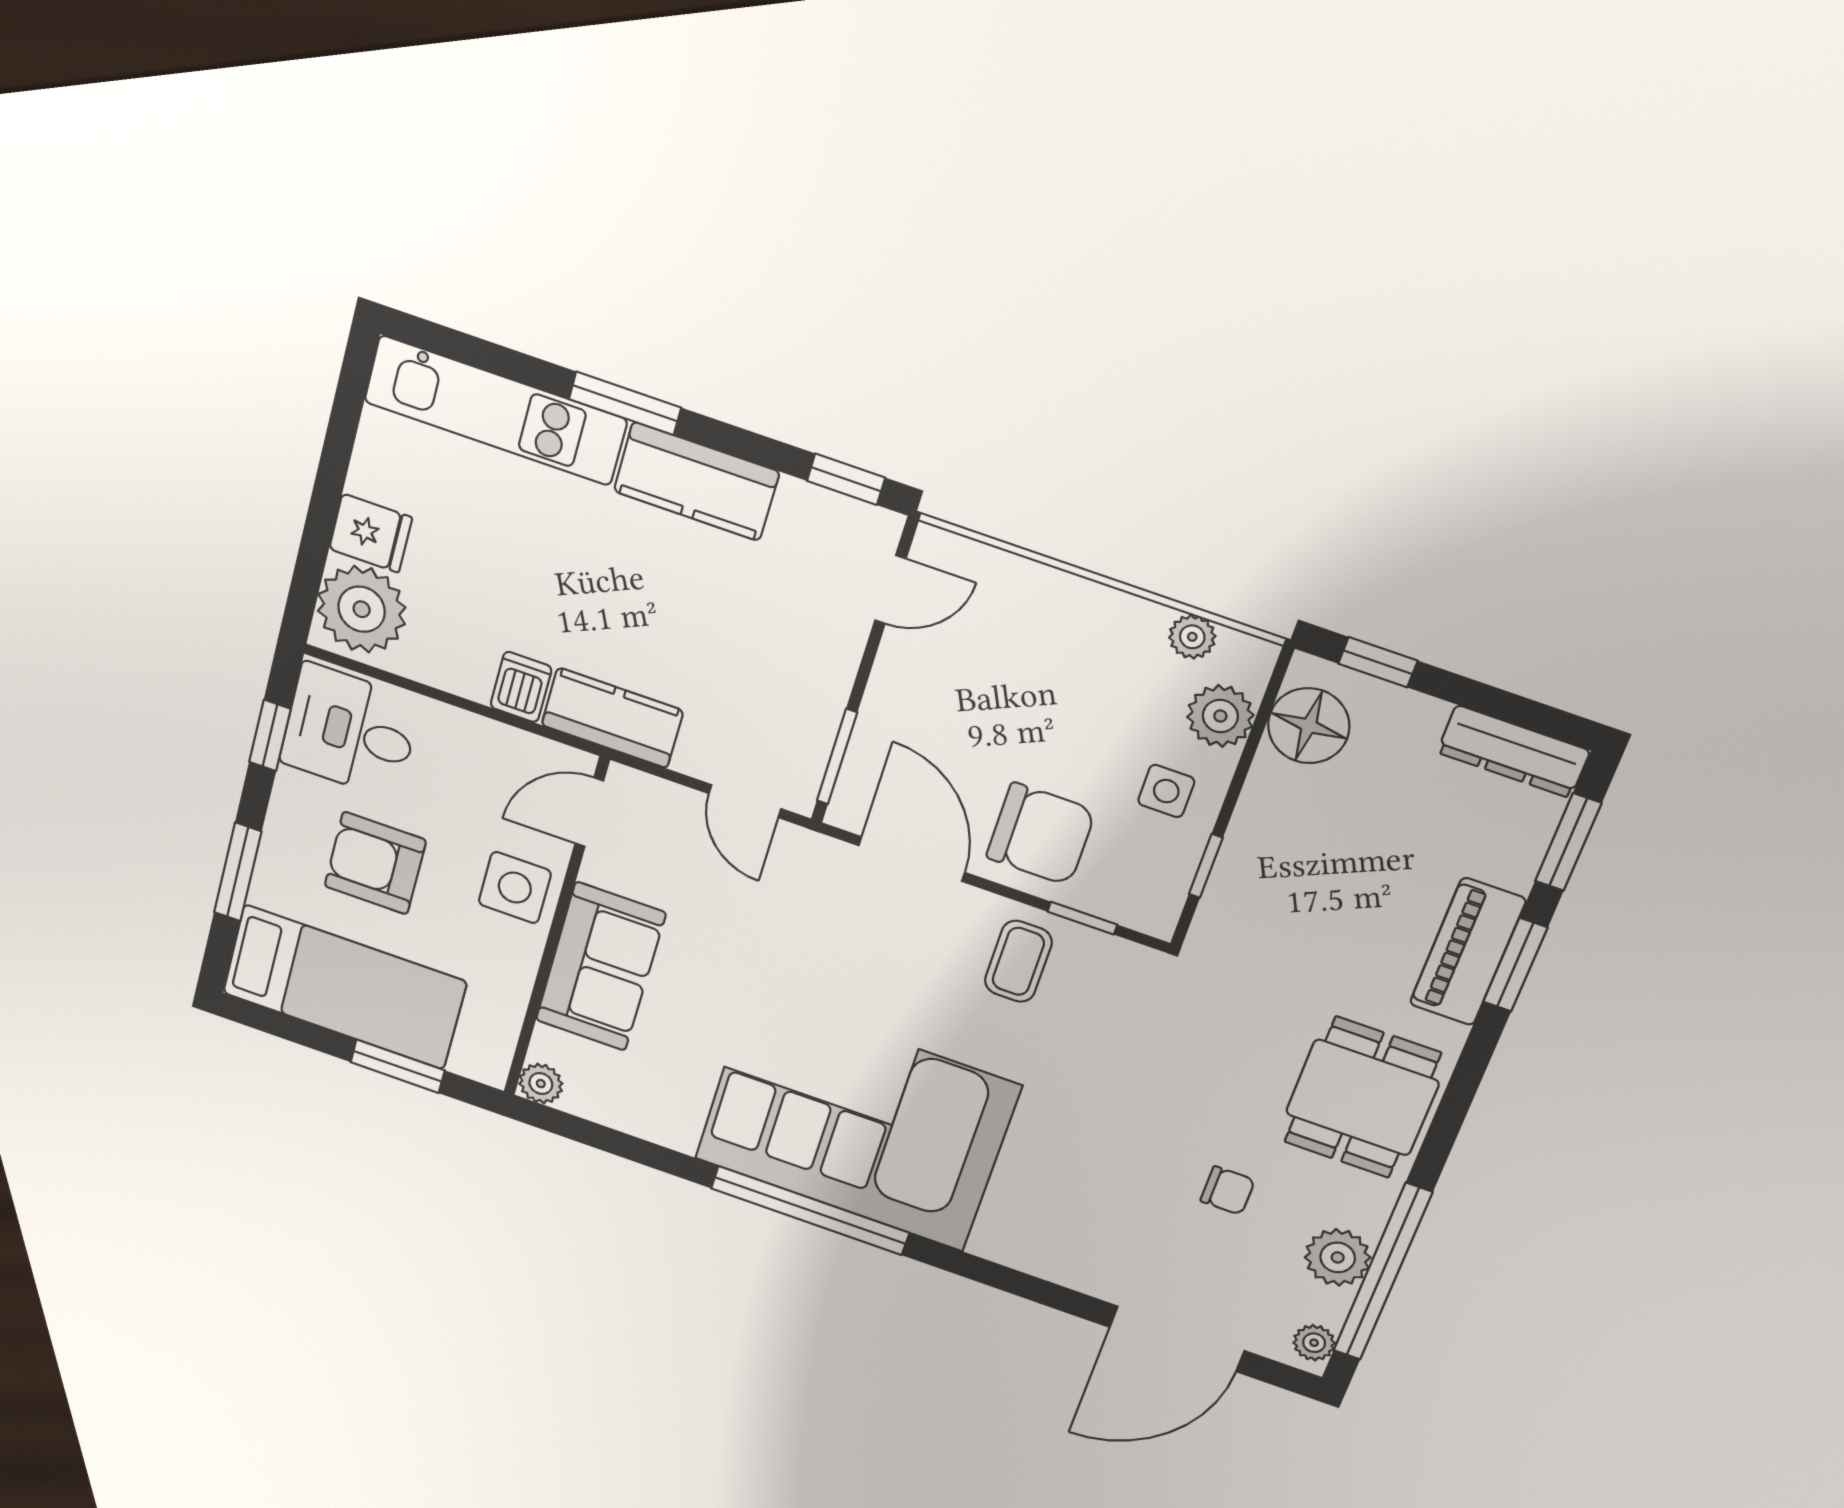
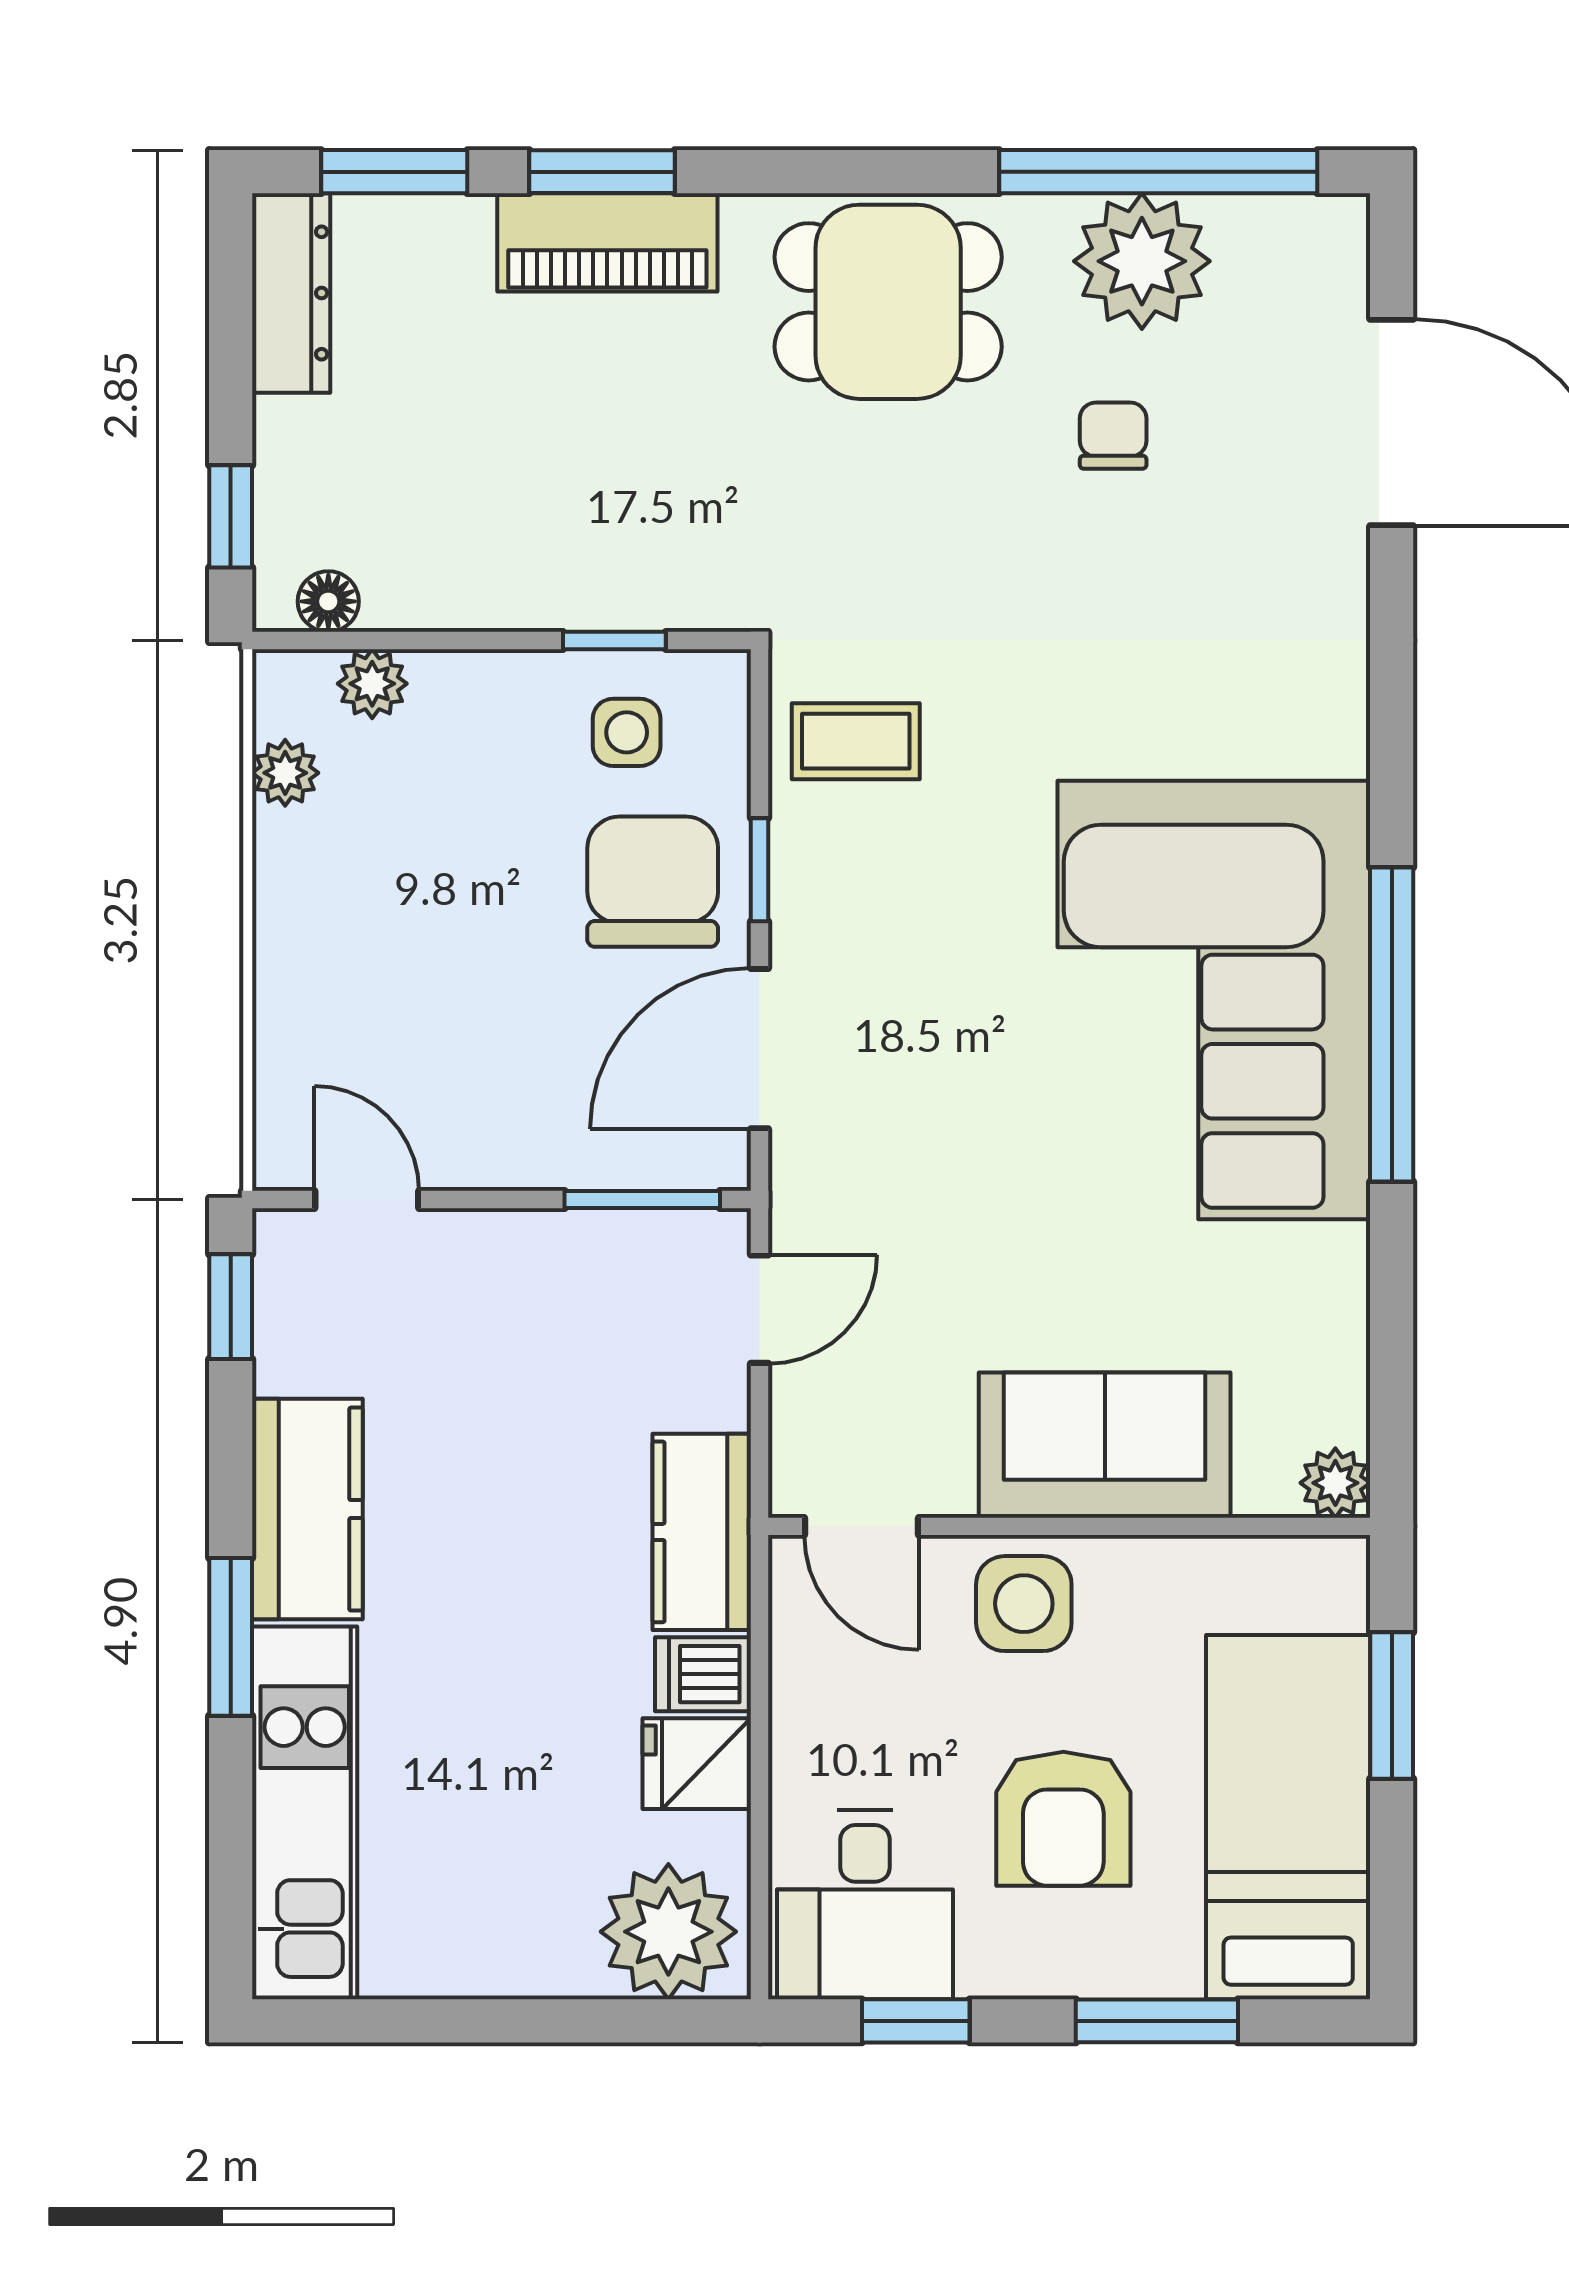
fridge: (371, 533) -> (697, 1764), moved, turned -90
plant: (1220, 716) -> (372, 684), width x0.73, depth x0.73
floor lamp: (1309, 726) -> (328, 601), width x0.53, depth x0.53
side table: (1166, 791) -> (627, 732), moved
window: (1082, 918) -> (760, 870), moved
coffee table: (1018, 961) -> (856, 741), moved
plant: (1338, 1257) -> (1142, 261), width x1.36, depth x1.36
plant: (1314, 1343) -> (1316, 225), removed

